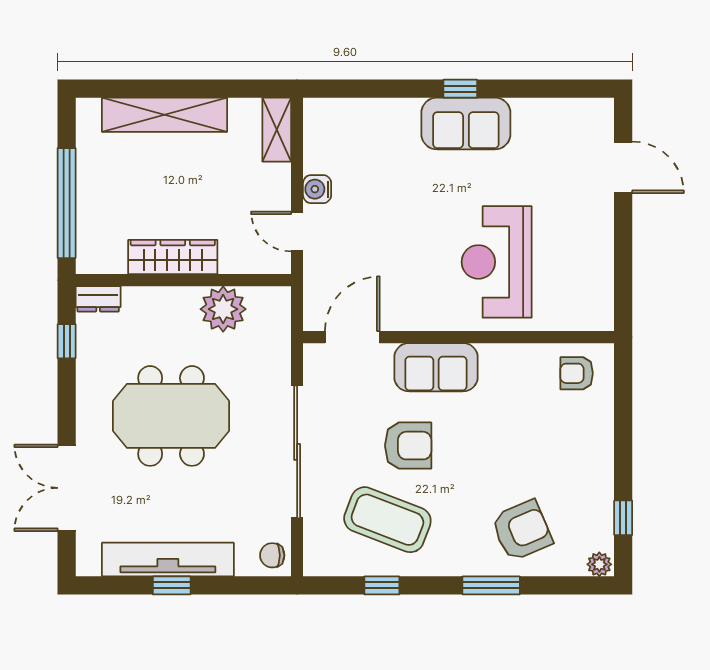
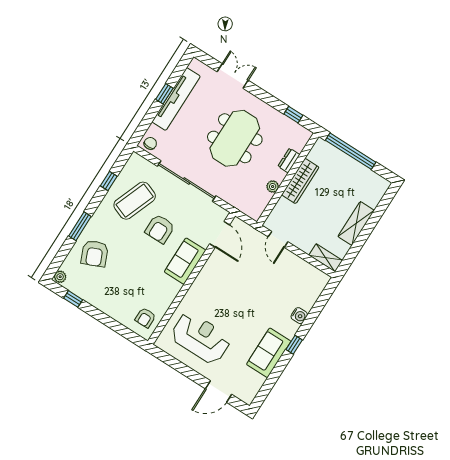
shelving: (165, 115) -> (356, 223), width x0.68
sofa: (466, 123) -> (269, 353), moved
water cooler: (317, 189) -> (299, 316), moved, turned 90
door: (297, 231) -> (278, 239), swing flipped
reception desk: (497, 262) -> (201, 338), moved
dresser: (98, 299) -> (289, 160), moved
plant: (223, 309) -> (273, 187), width x0.53, depth x0.53
armchair: (577, 373) -> (145, 318), turned 180
double door: (67, 488) -> (233, 76), width x0.73

